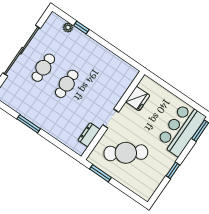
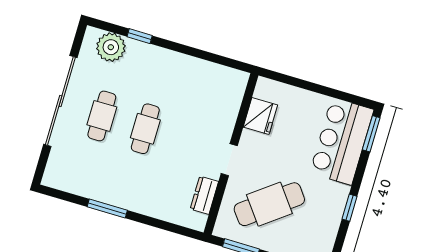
plant: (68, 27) -> (111, 47), width x1.88, depth x1.88

